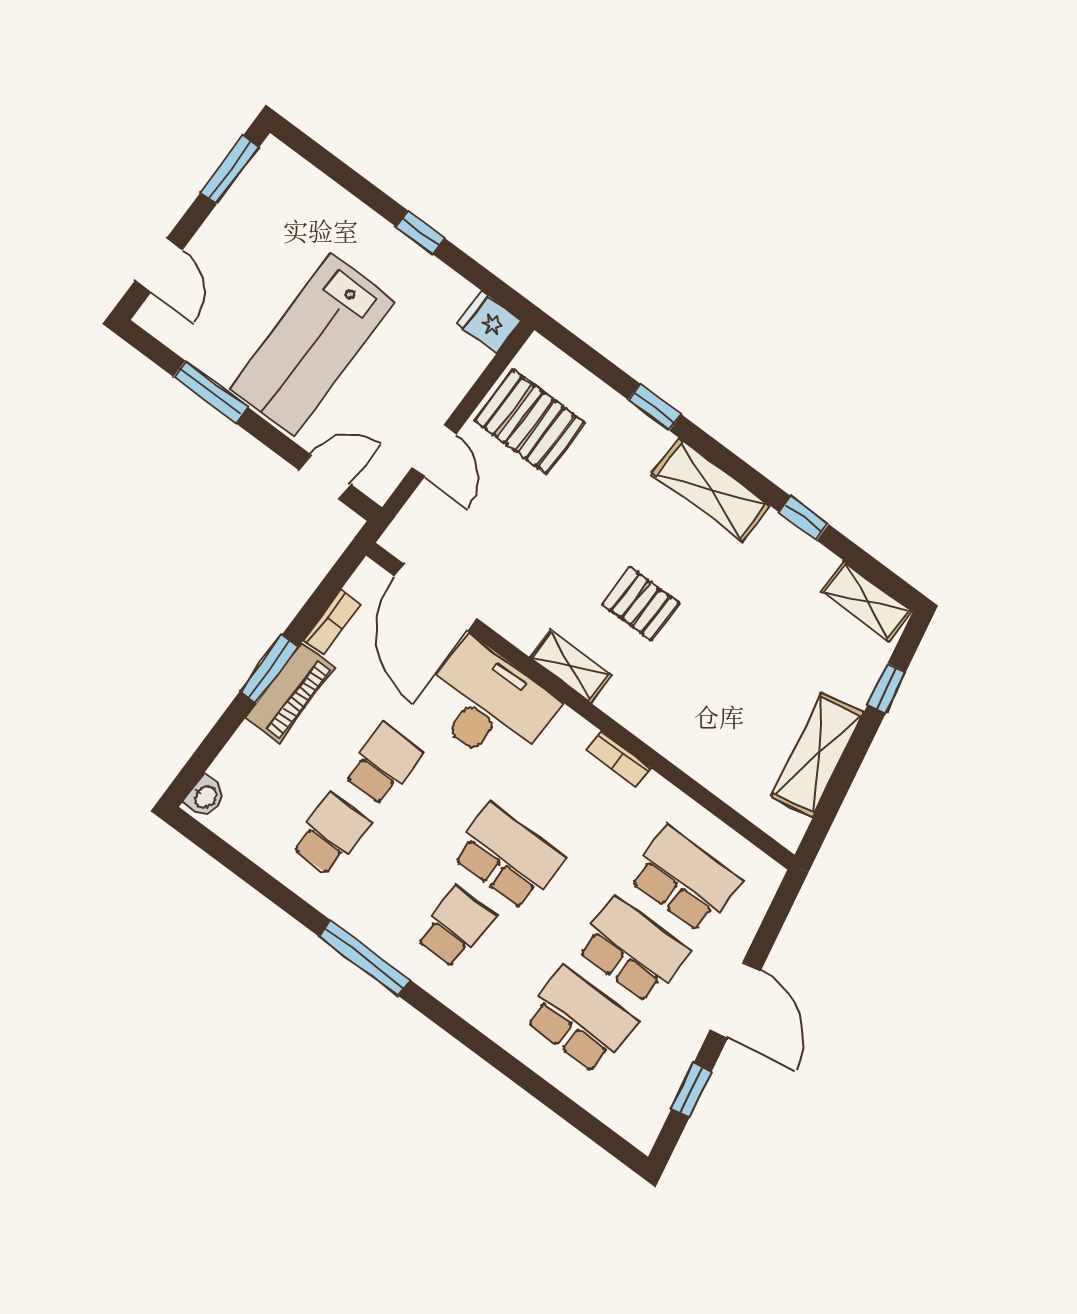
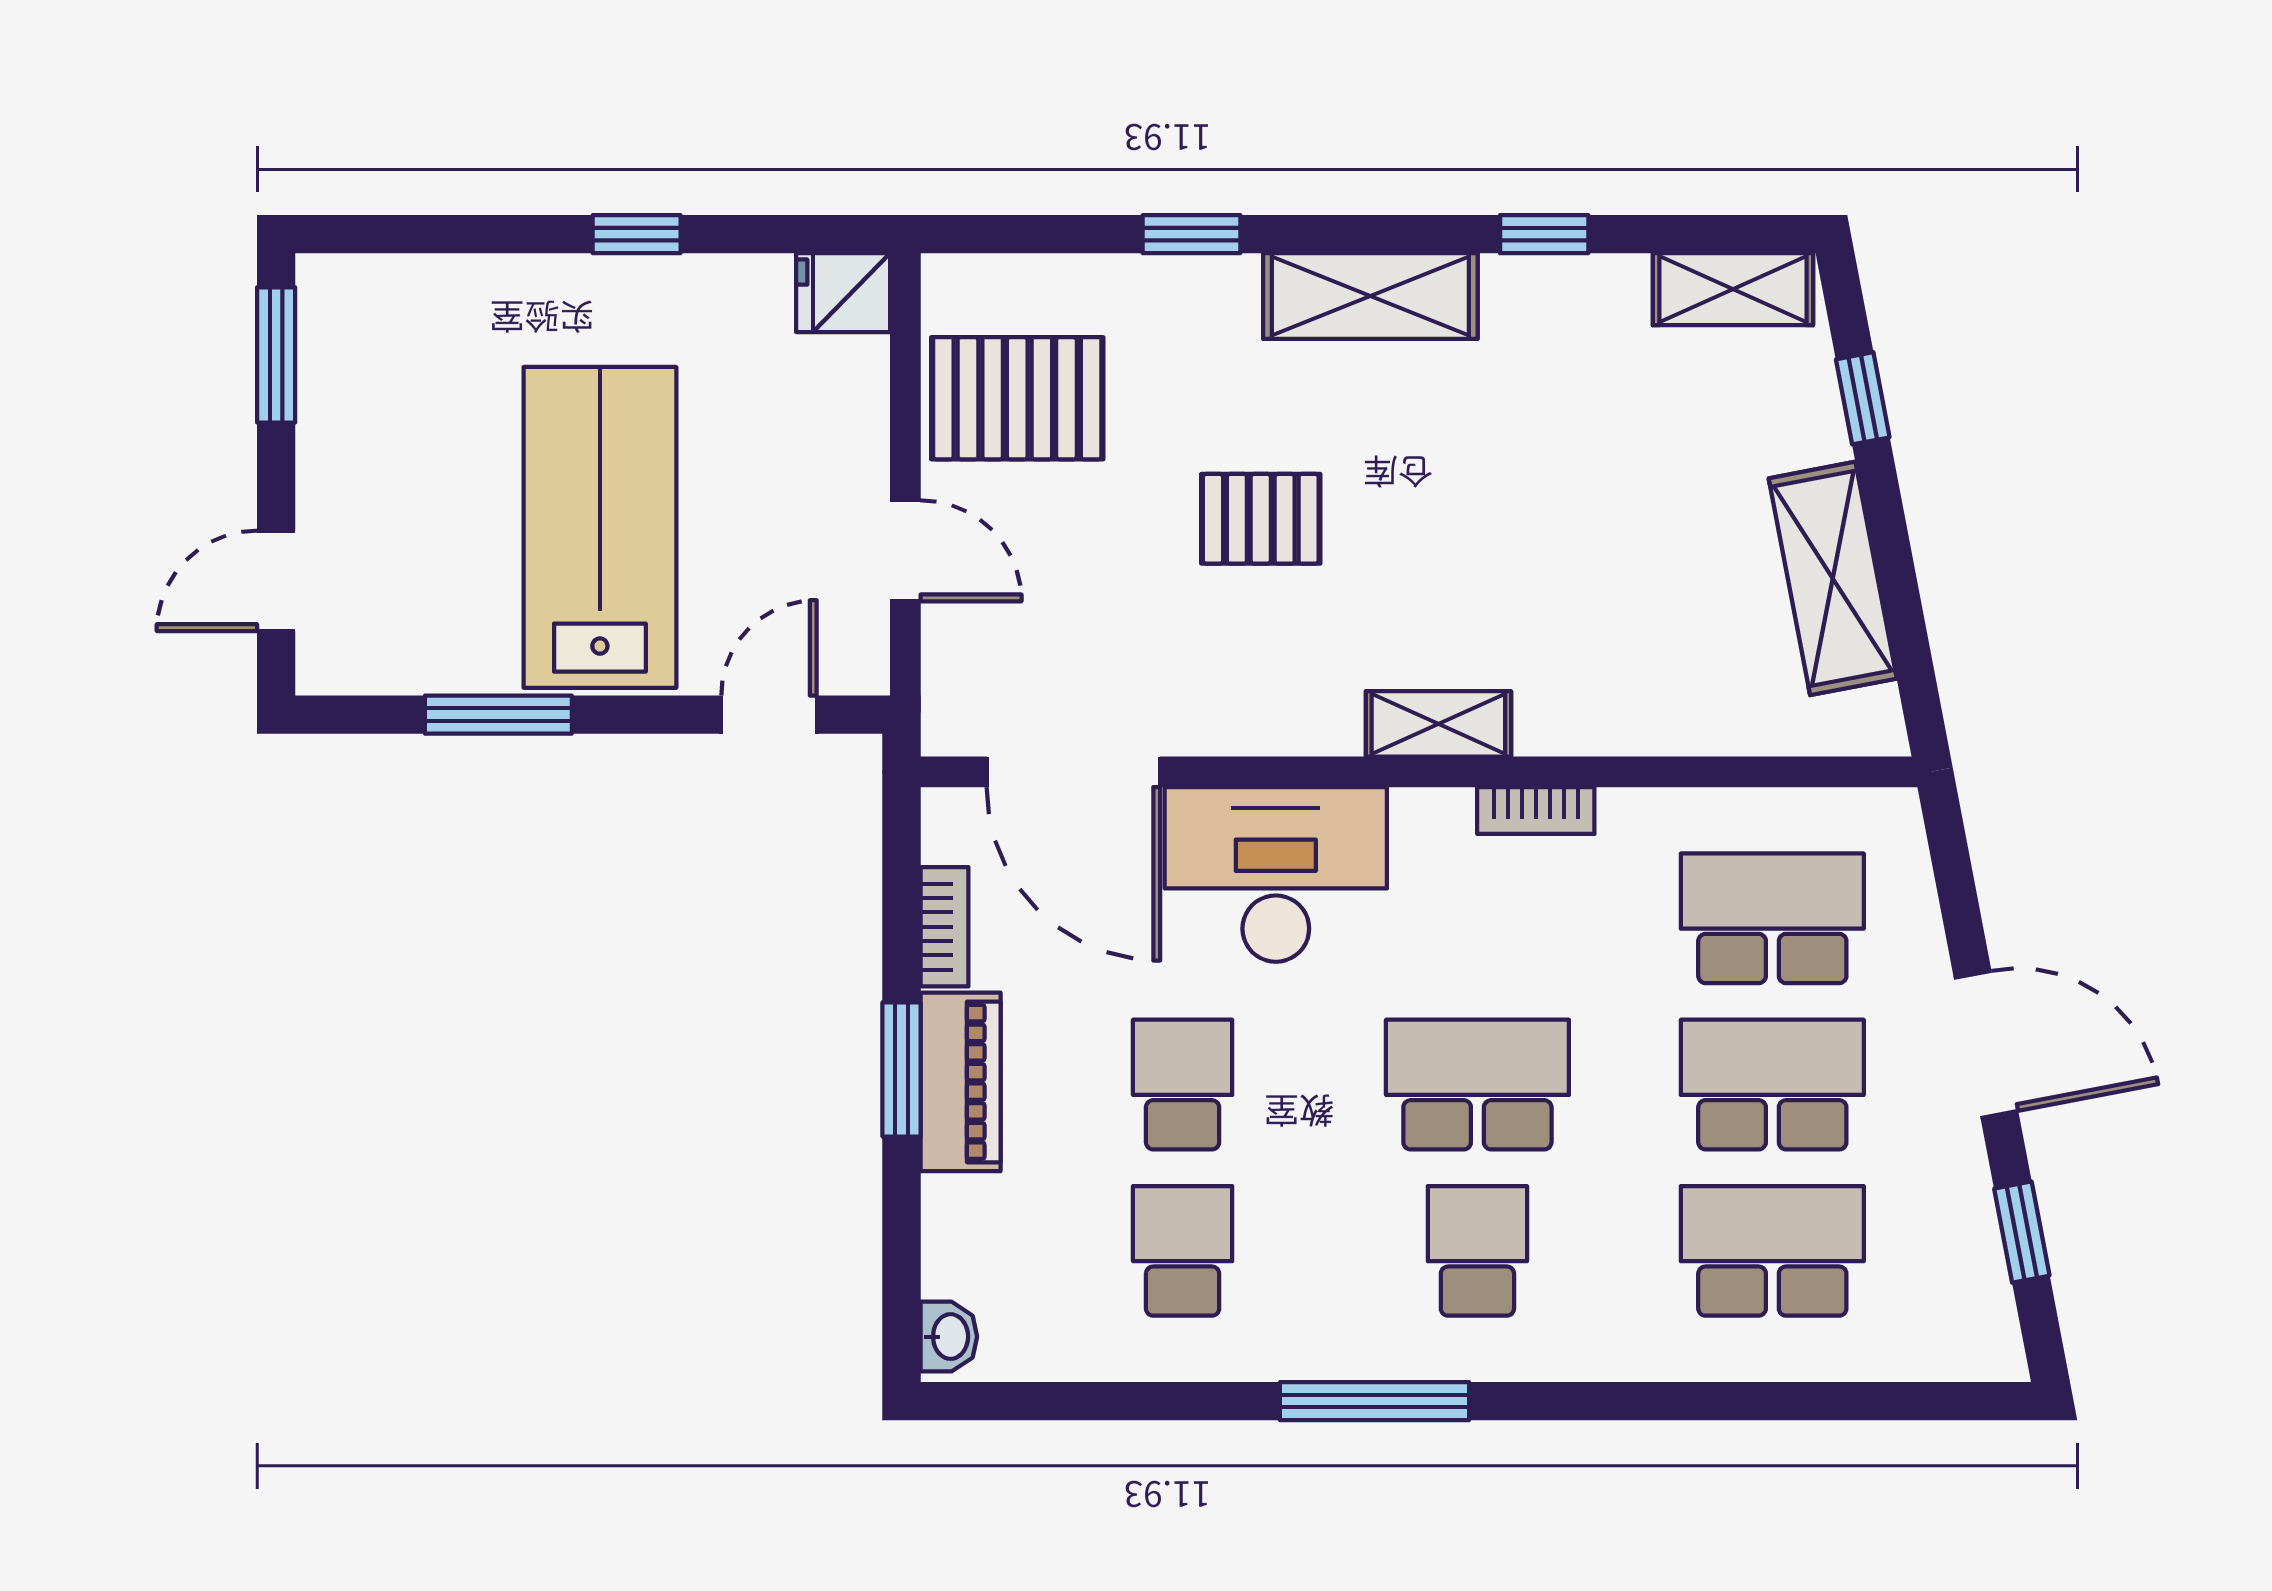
door: (159, 265) -> (276, 581), swing flipped
lab bench: (312, 345) -> (600, 527), turned 180
pallet: (640, 604) -> (1261, 519), moved
shelving: (570, 666) -> (1438, 724), moved

